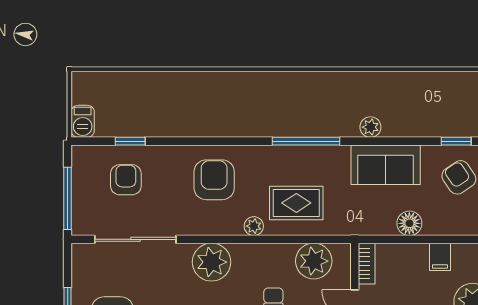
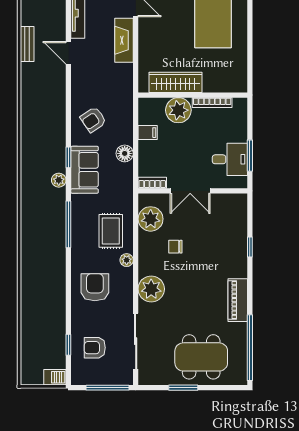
window: (456, 141) -> (68, 157), moved
armchair: (214, 180) -> (95, 287), turned 90

